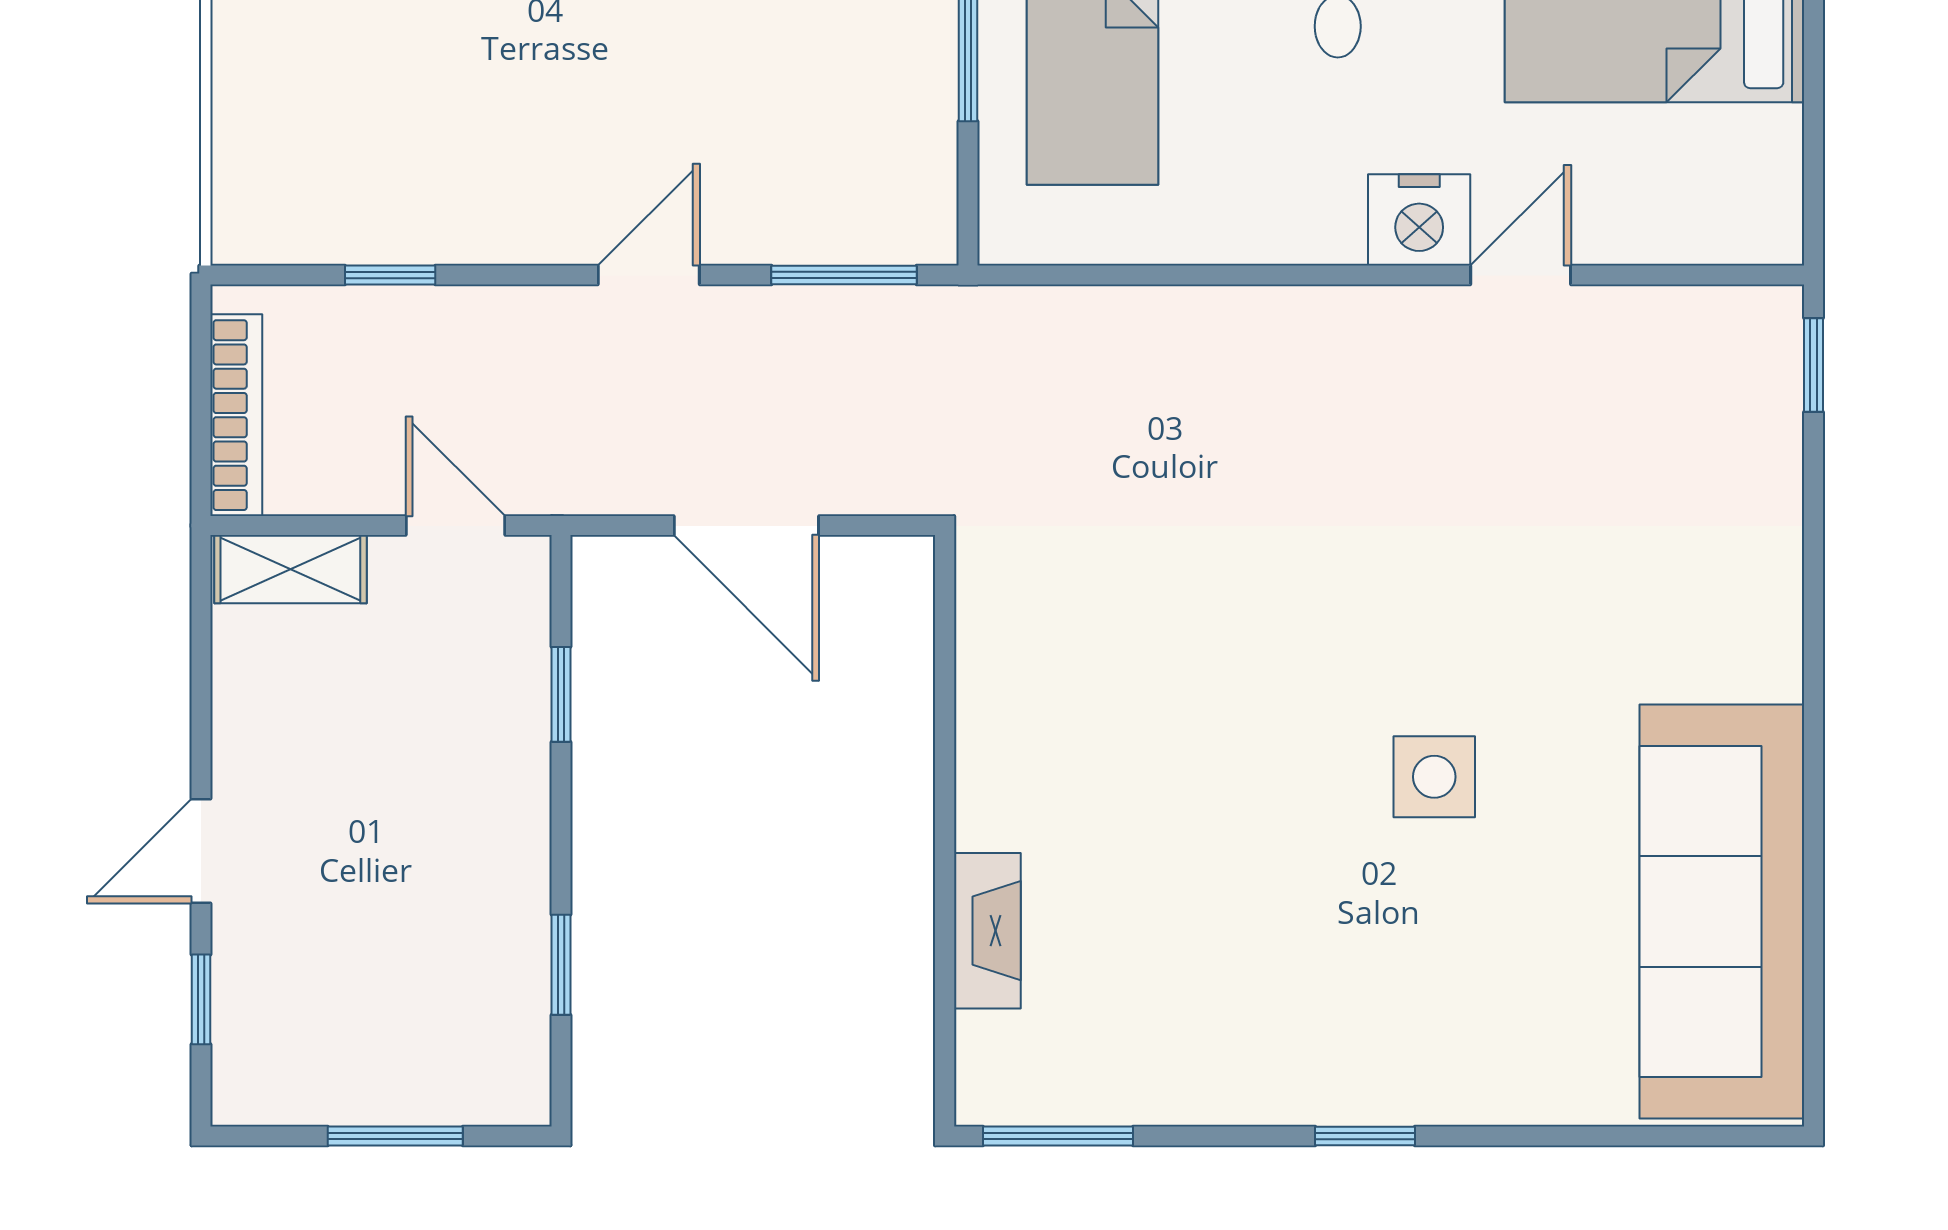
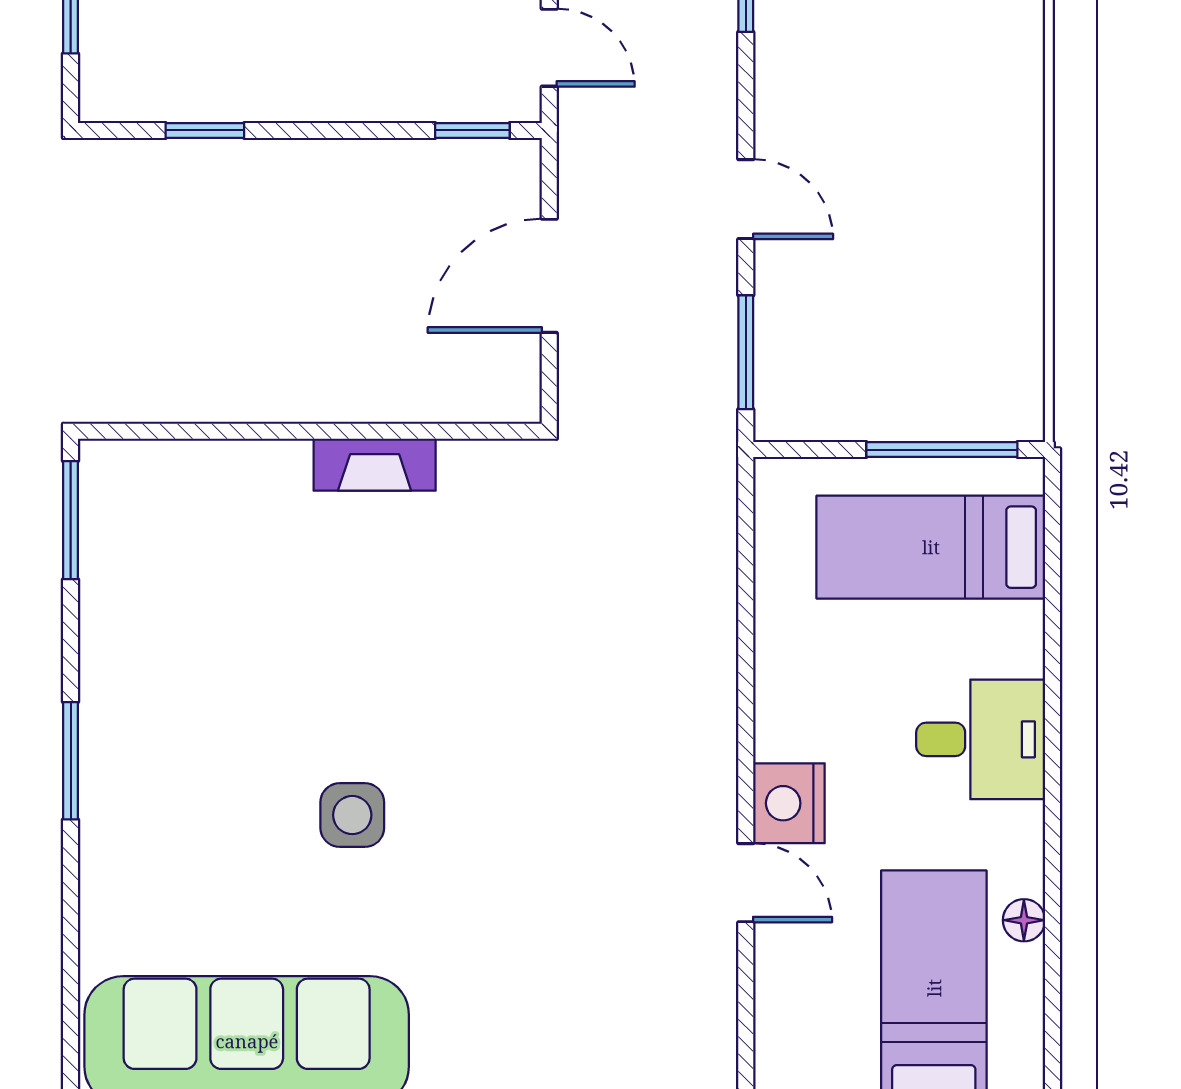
door: (455, 526) -> (549, 48), hinge flipped
window: (561, 694) -> (472, 130), moved
fireplace: (987, 931) -> (375, 465), moved
window: (1365, 1136) -> (71, 761), width x1.50

